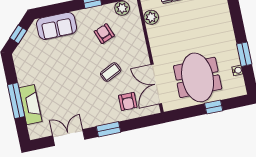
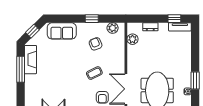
window: (16, 101) -> (21, 69), moved
fireplace: (30, 105) -> (30, 60), moved

